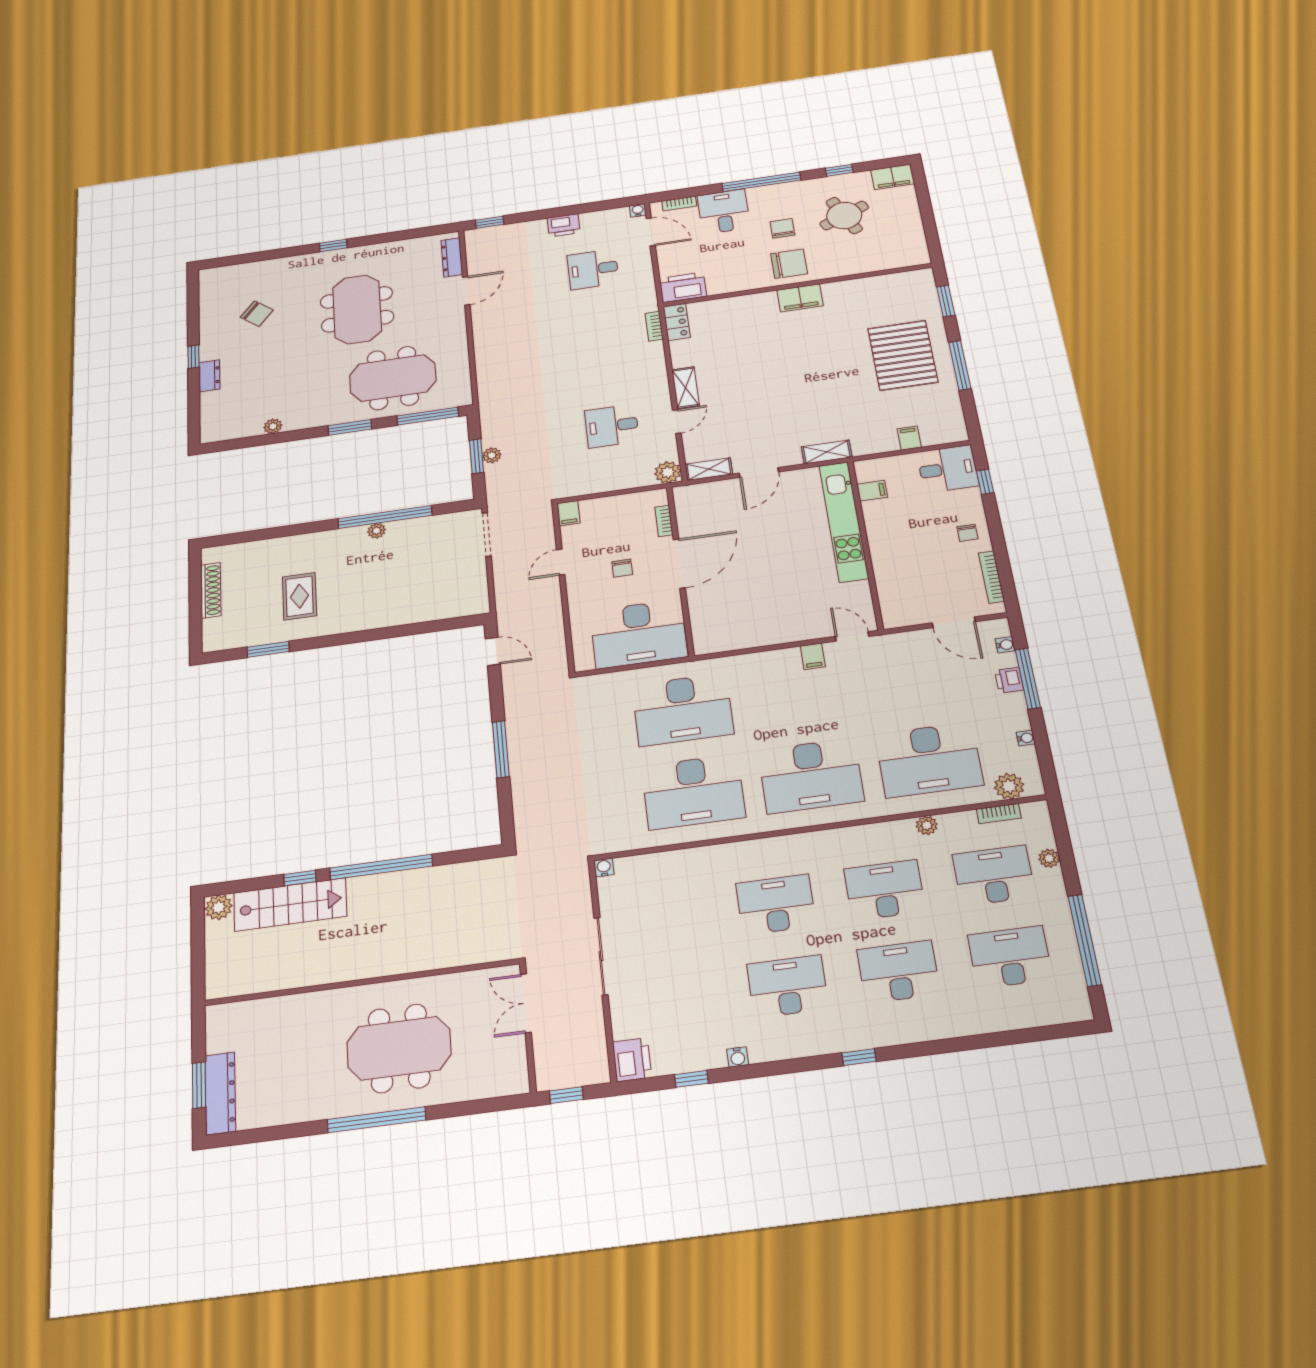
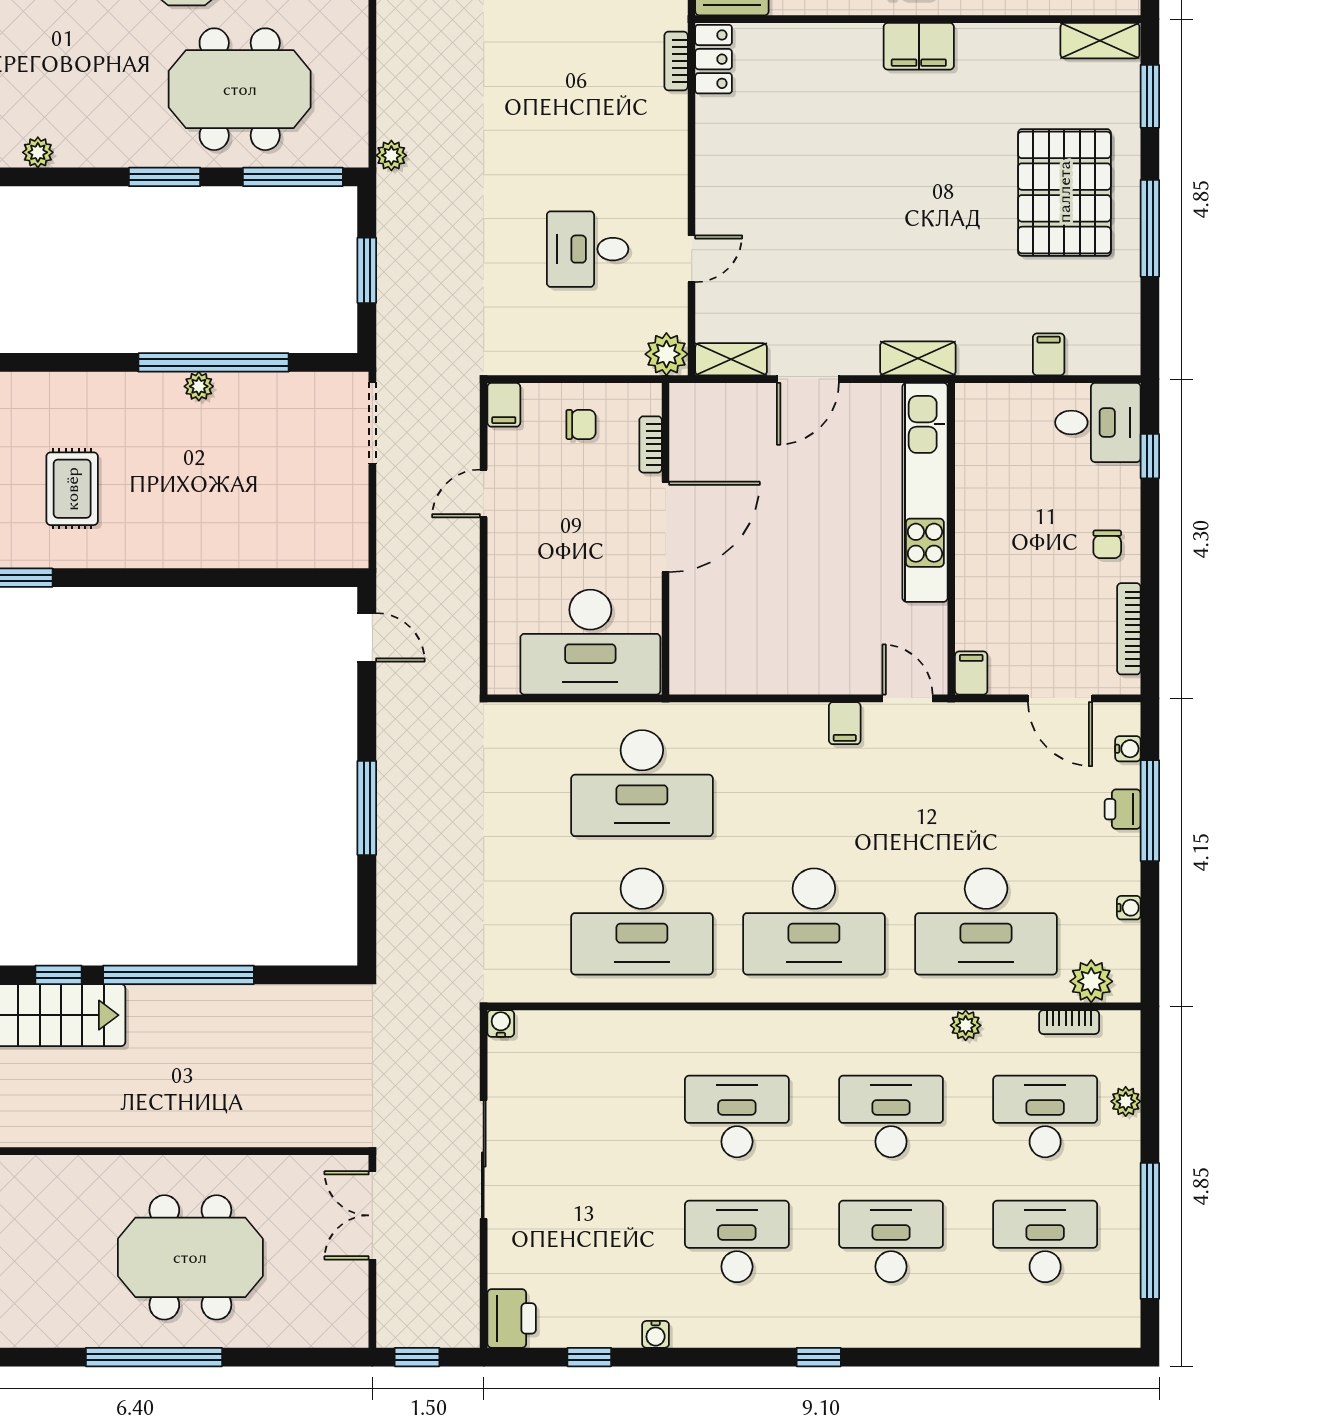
shelving: (686, 388) -> (1100, 41), moved, turned 90
plant: (492, 455) -> (391, 155), moved
filing cabinet: (872, 491) -> (971, 673), moved, turned -90
chair: (622, 568) -> (581, 424), moved, turned -90

